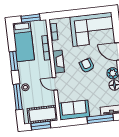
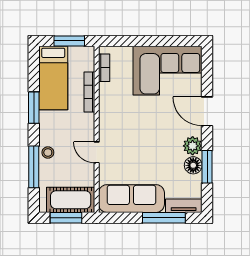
fireplace: (58, 62) -> (106, 117), removed
armchair: (87, 66) -> (152, 129), removed
sofa: (74, 110) -> (131, 199), width x1.36

